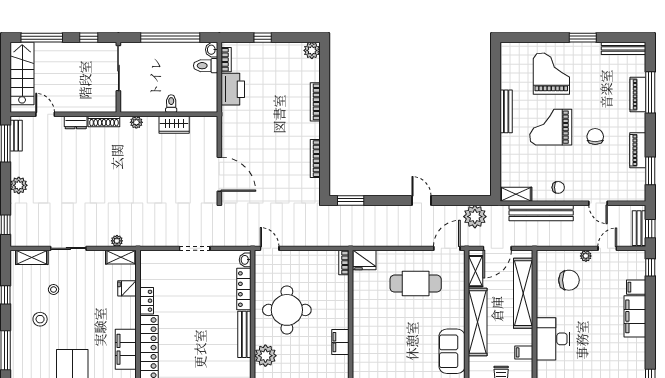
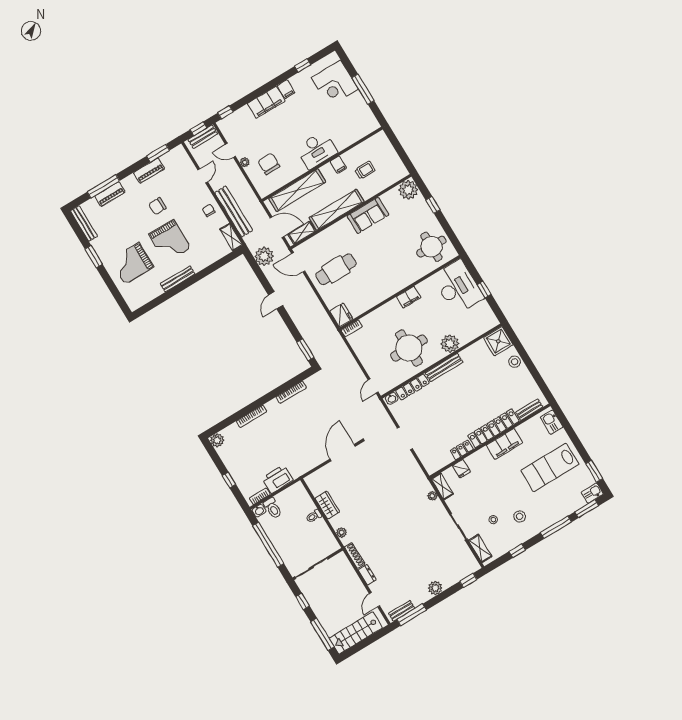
cafe table: (416, 284) -> (336, 269), turned 90
filing cabinet: (636, 287) -> (286, 89), moved

